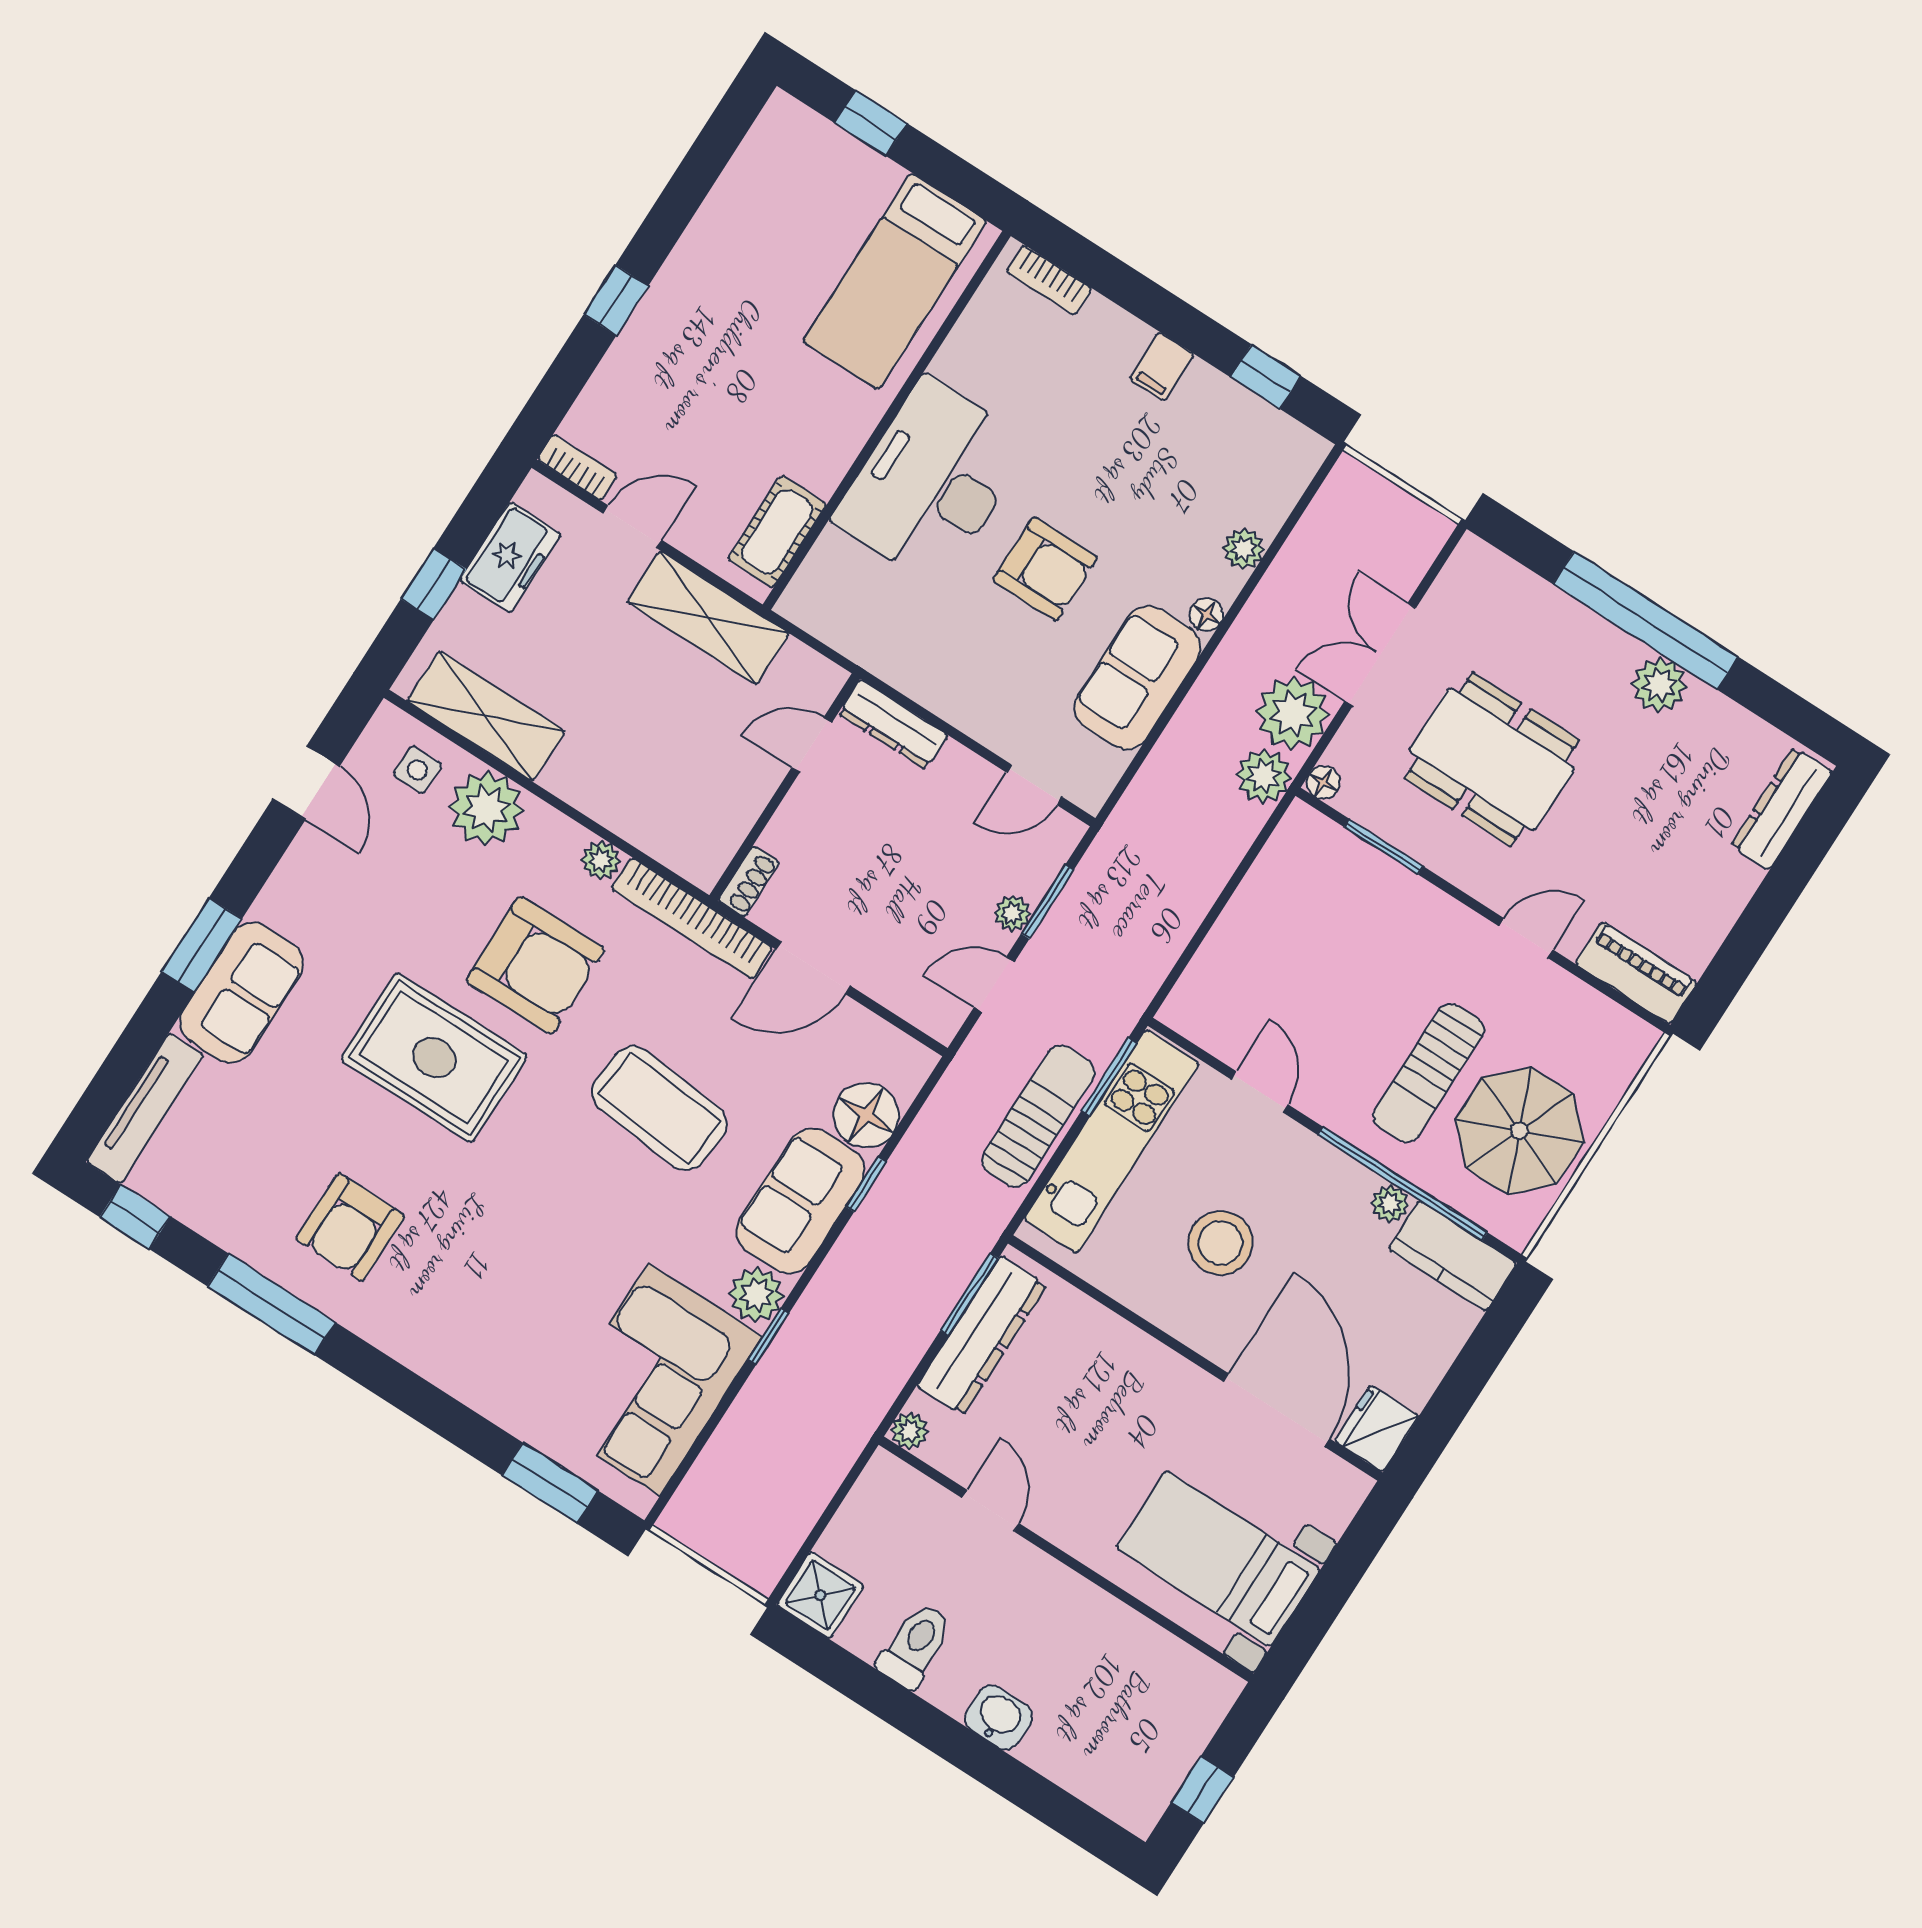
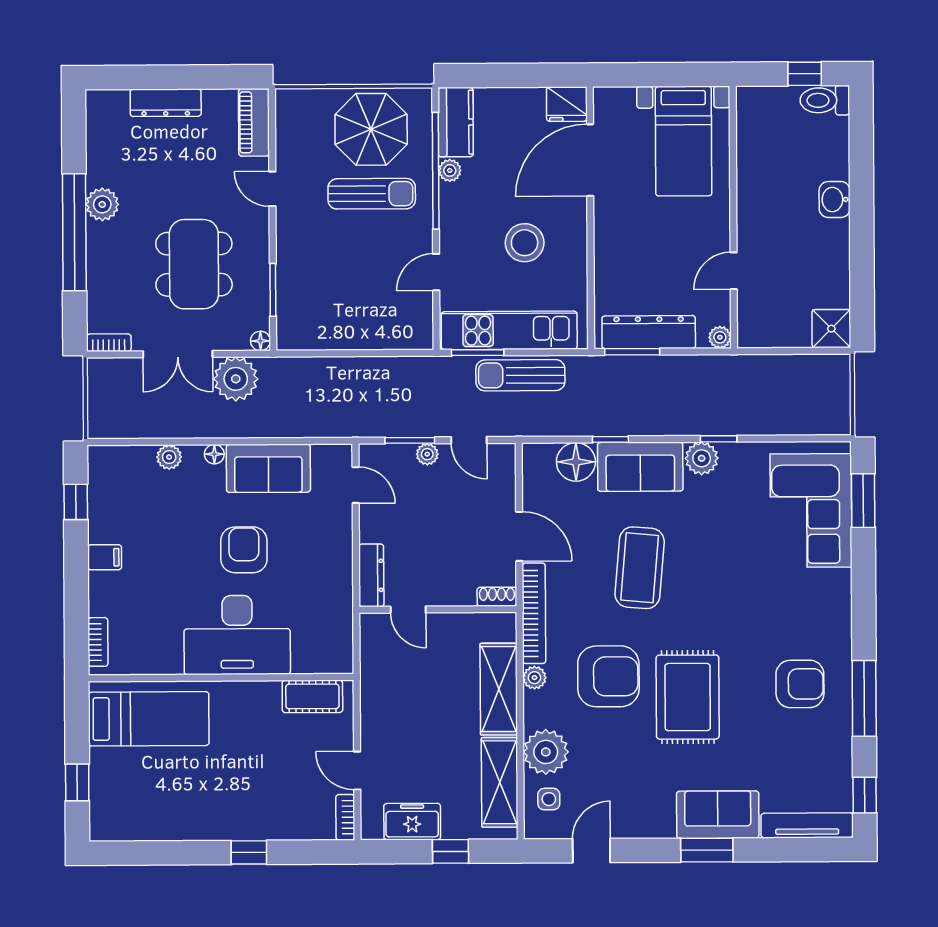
bookcase: (1459, 568) -> (109, 343), added
shelving: (708, 618) -> (499, 689), moved
plant: (1264, 776) -> (277, 373), removed
dresser: (1781, 809) -> (166, 103), moved
armchair: (535, 965) -> (608, 676), turned 91
corner sofa: (654, 1380) -> (811, 510), moved, turned 90
toilet: (915, 1645) -> (825, 100), moved

